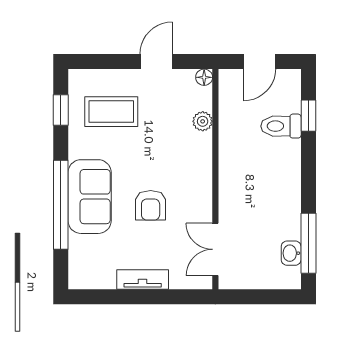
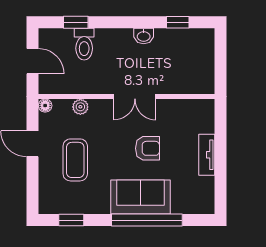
coffee table: (111, 112) -> (75, 160), moved
window: (308, 243) -> (178, 22), width x0.46
double door: (215, 249) -> (135, 97), moved
washbasin: (291, 253) -> (144, 36), moved

